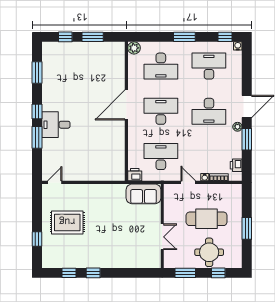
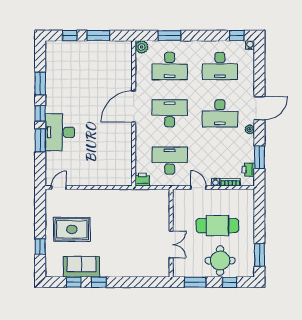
window: (184, 37) -> (169, 36), moved
desk: (209, 66) -> (220, 66), turned 180
window: (37, 72) -> (40, 84), moved
desk: (56, 125) -> (60, 132), width x1.37
window: (247, 139) -> (259, 157), moved
sofa: (144, 194) -> (81, 267), moved, turned 180
window: (247, 228) -> (259, 255), moved

